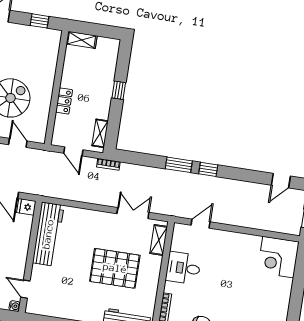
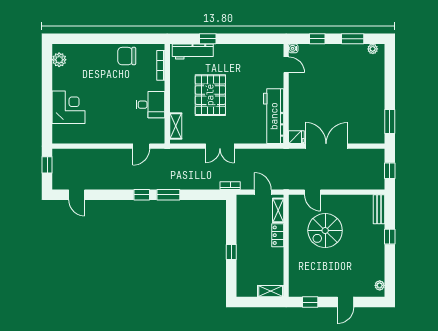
shelving: (100, 133) -> (278, 210), moved
door: (281, 181) -> (77, 195), swing flipped
double door: (133, 213) -> (220, 146), moved
corner desk: (278, 257) -> (69, 107), moved
pallet: (115, 268) -> (210, 95), turned 90

